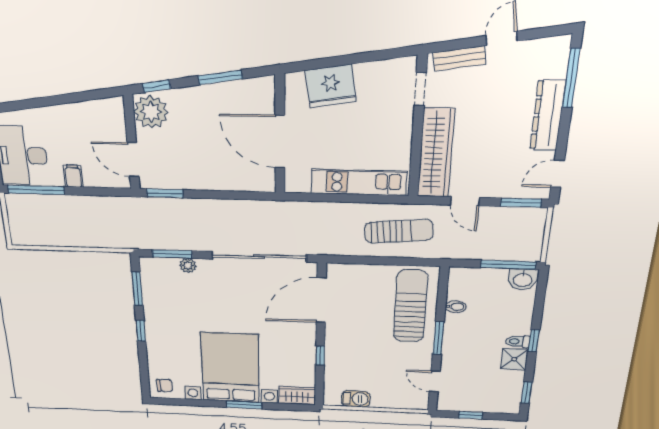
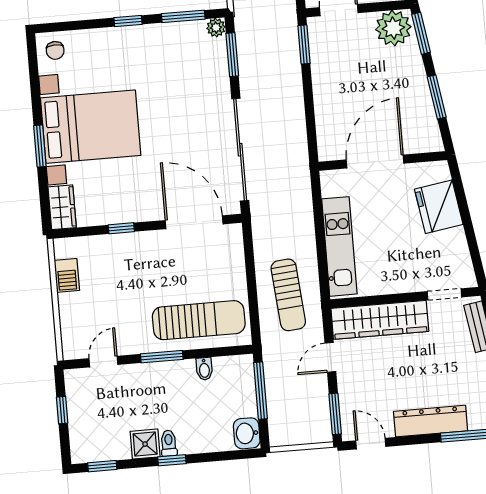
window: (157, 86) -> (421, 33), width x1.50
window: (508, 265) -> (260, 391), moved
plant: (188, 266) -> (216, 28), moved

